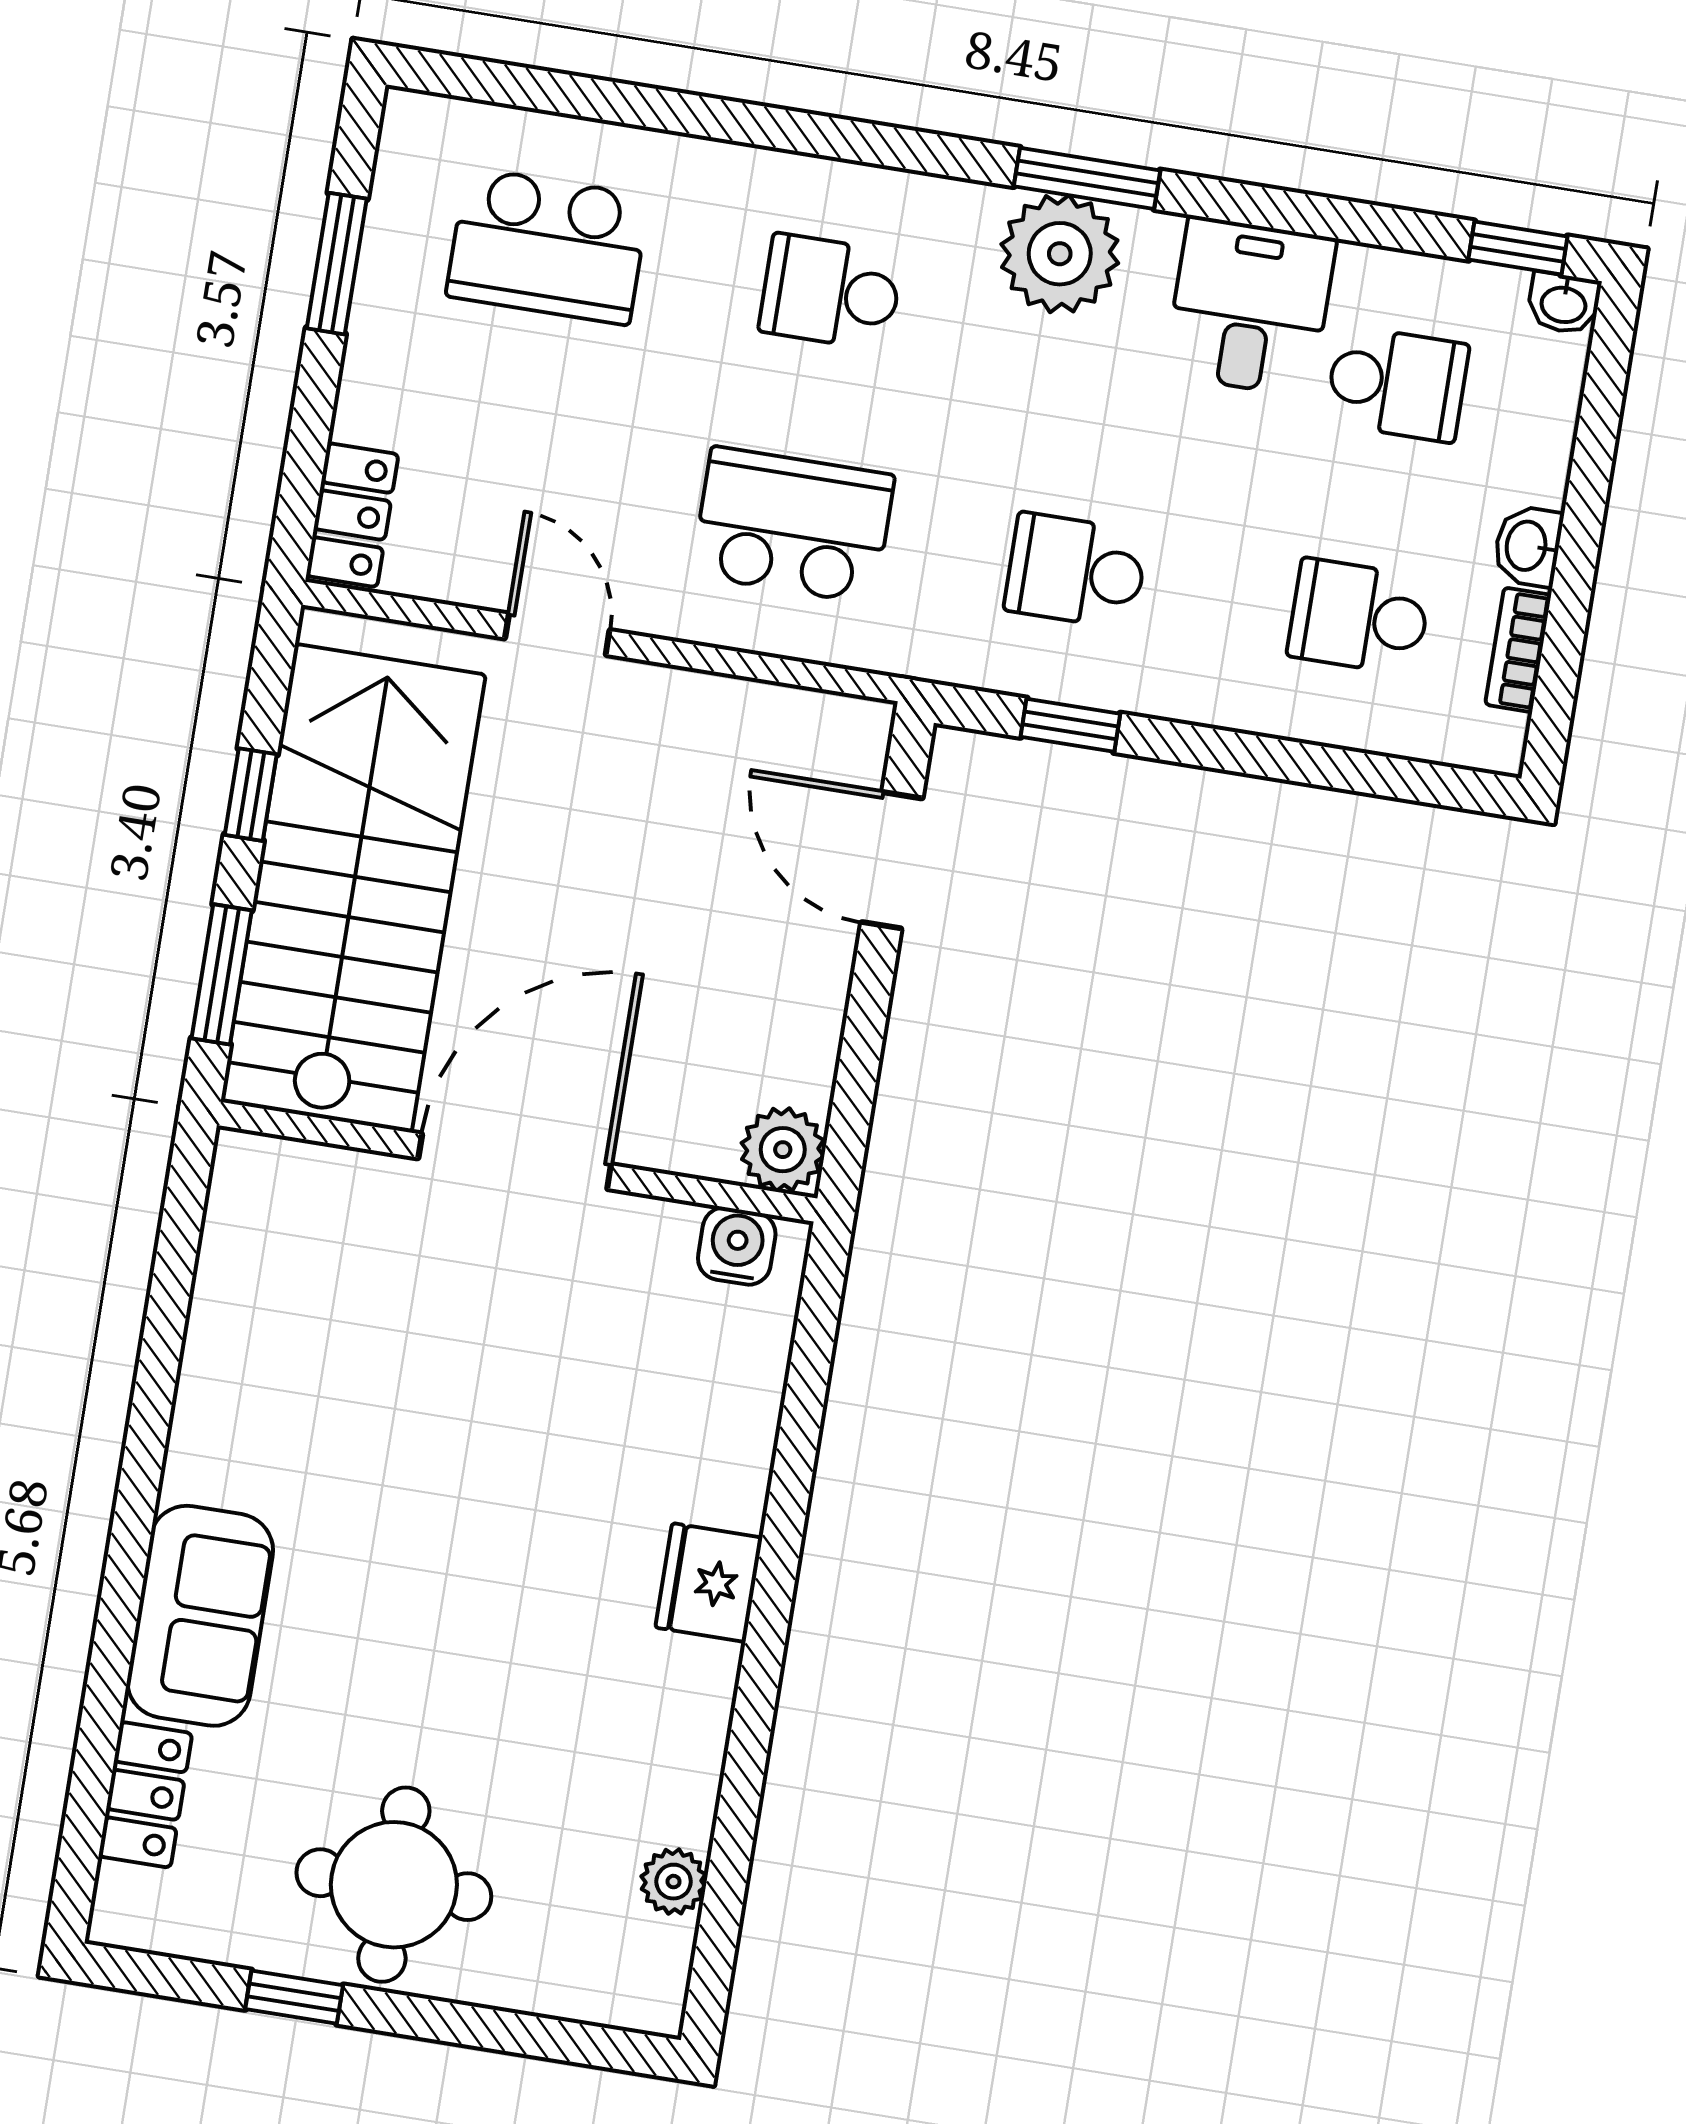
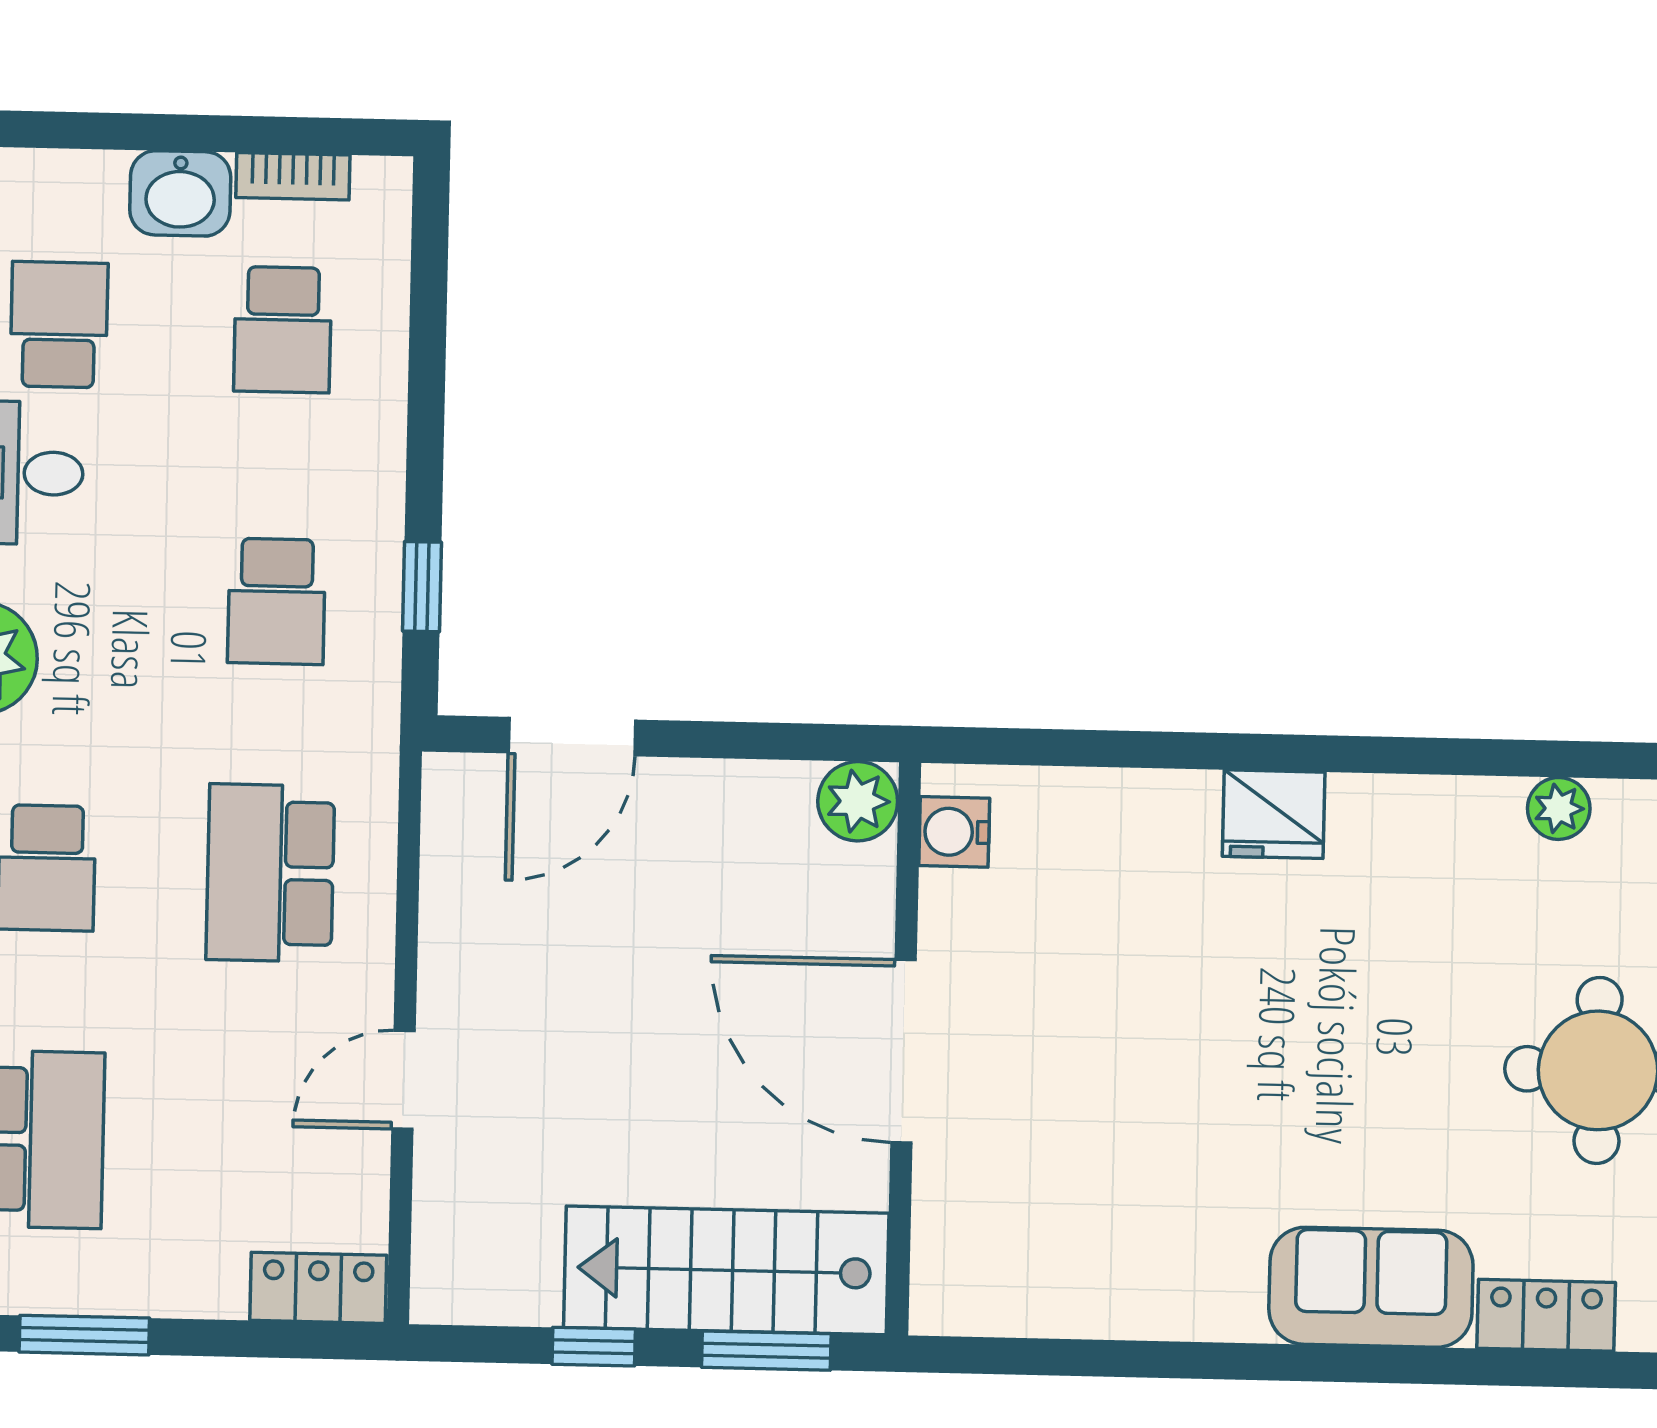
washbasin: (1528, 546) -> (180, 193), width x1.38, depth x1.45
stairs: (353, 888) -> (726, 1270), width x0.73, depth x0.66

